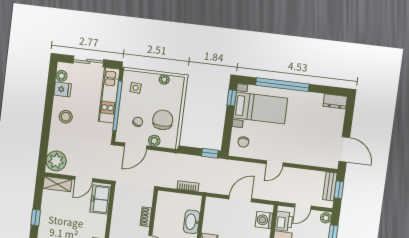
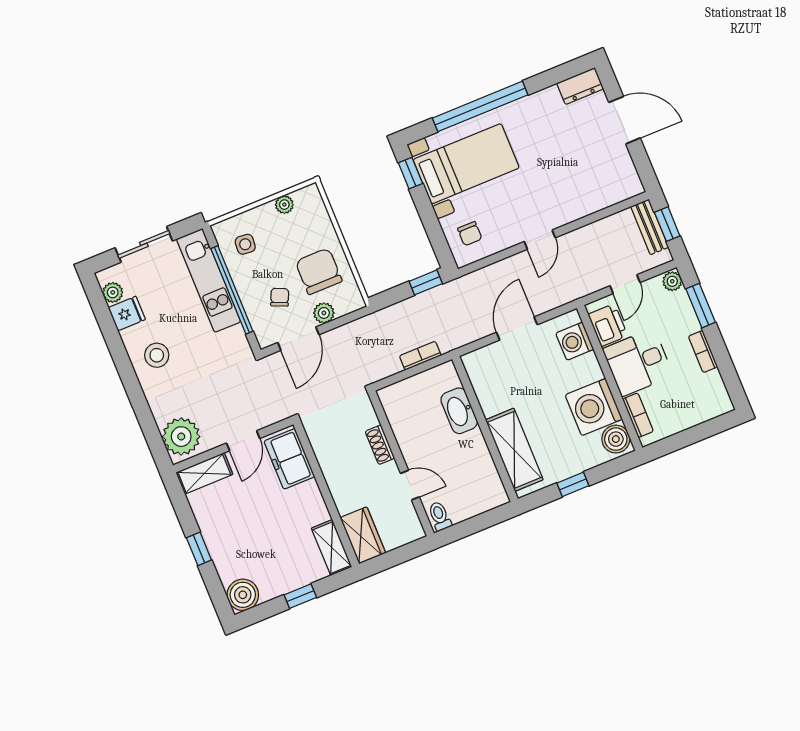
door: (344, 149) -> (625, 120), moved

